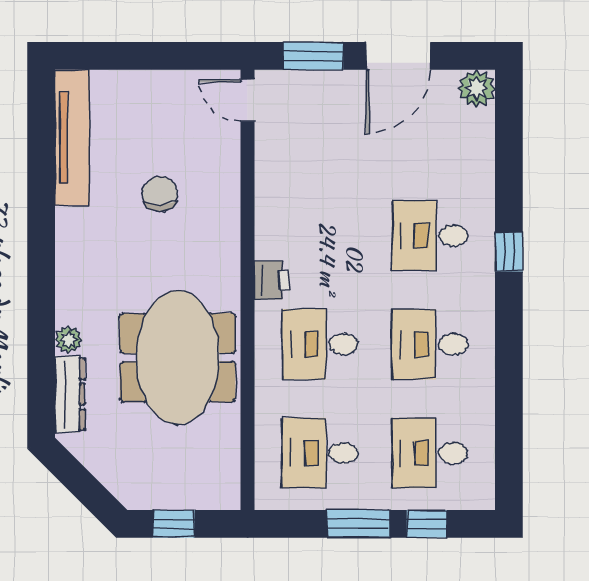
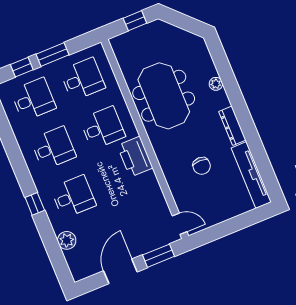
plant: (477, 88) -> (67, 240), moved
printer: (272, 280) -> (135, 157), width x1.87, depth x1.48
dresser: (70, 394) -> (232, 126), moved

